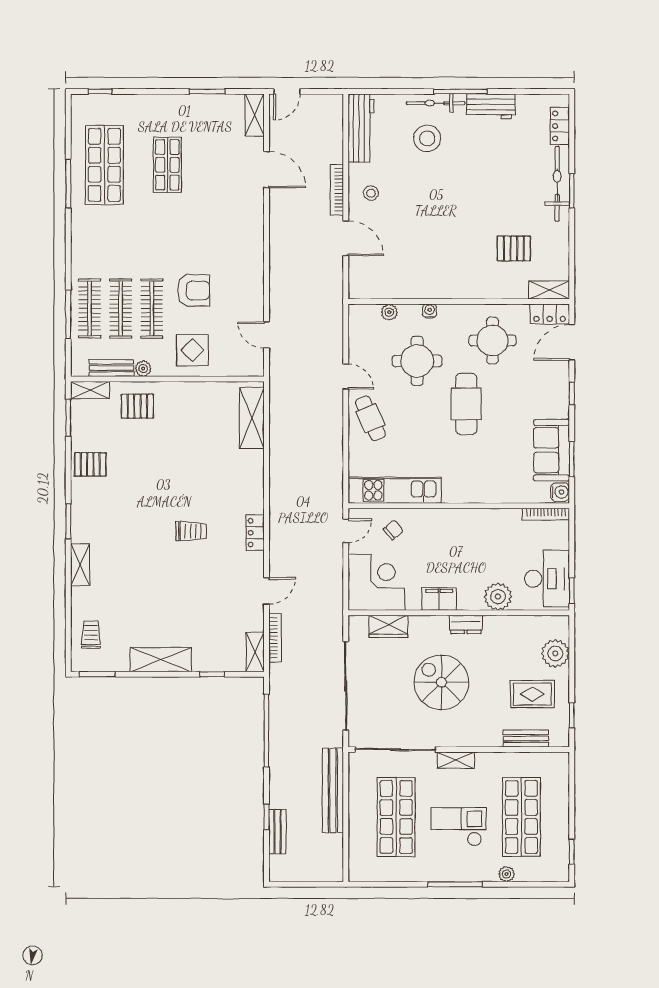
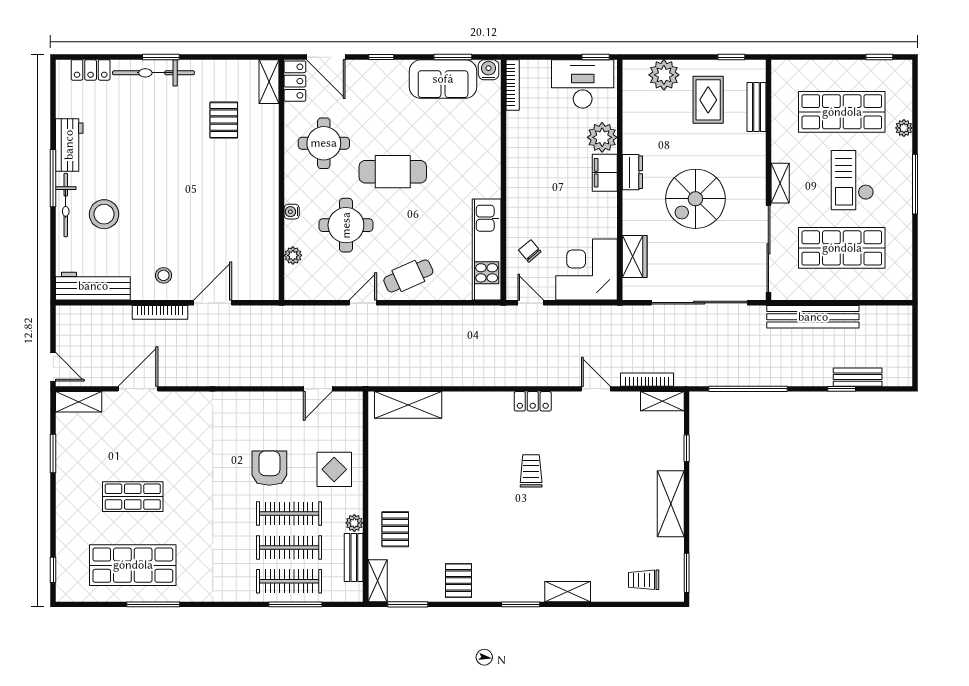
filing cabinet: (439, 599) -> (605, 173), moved

